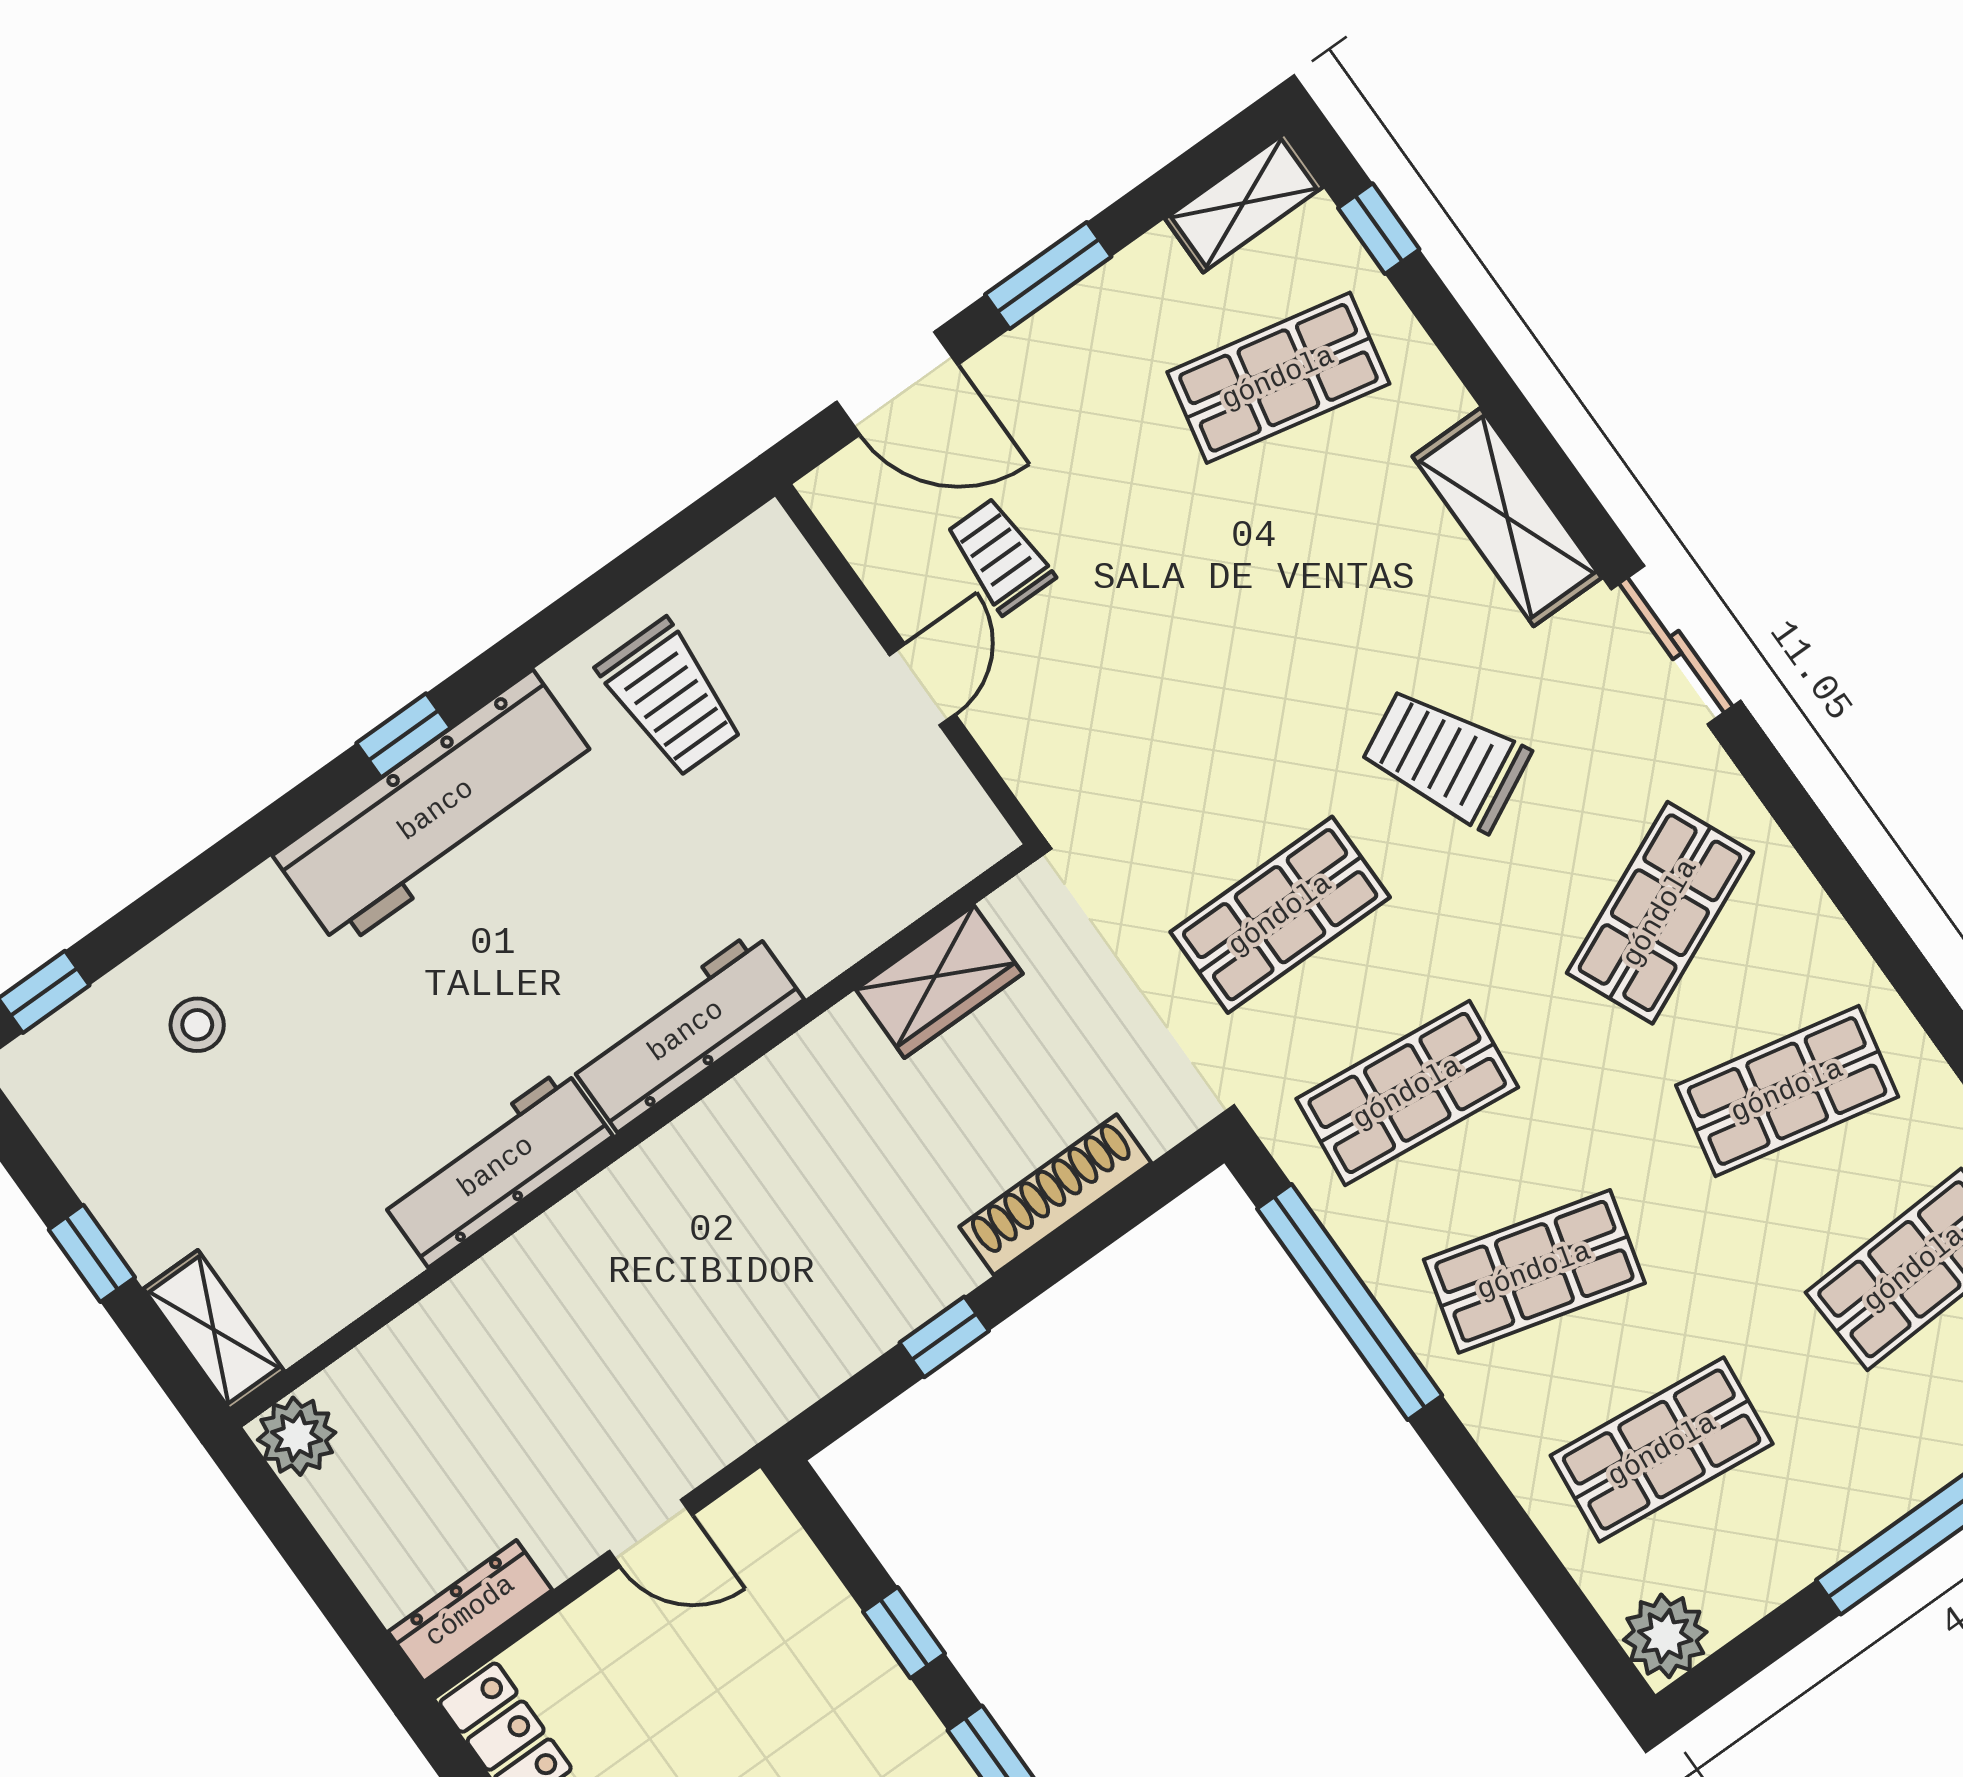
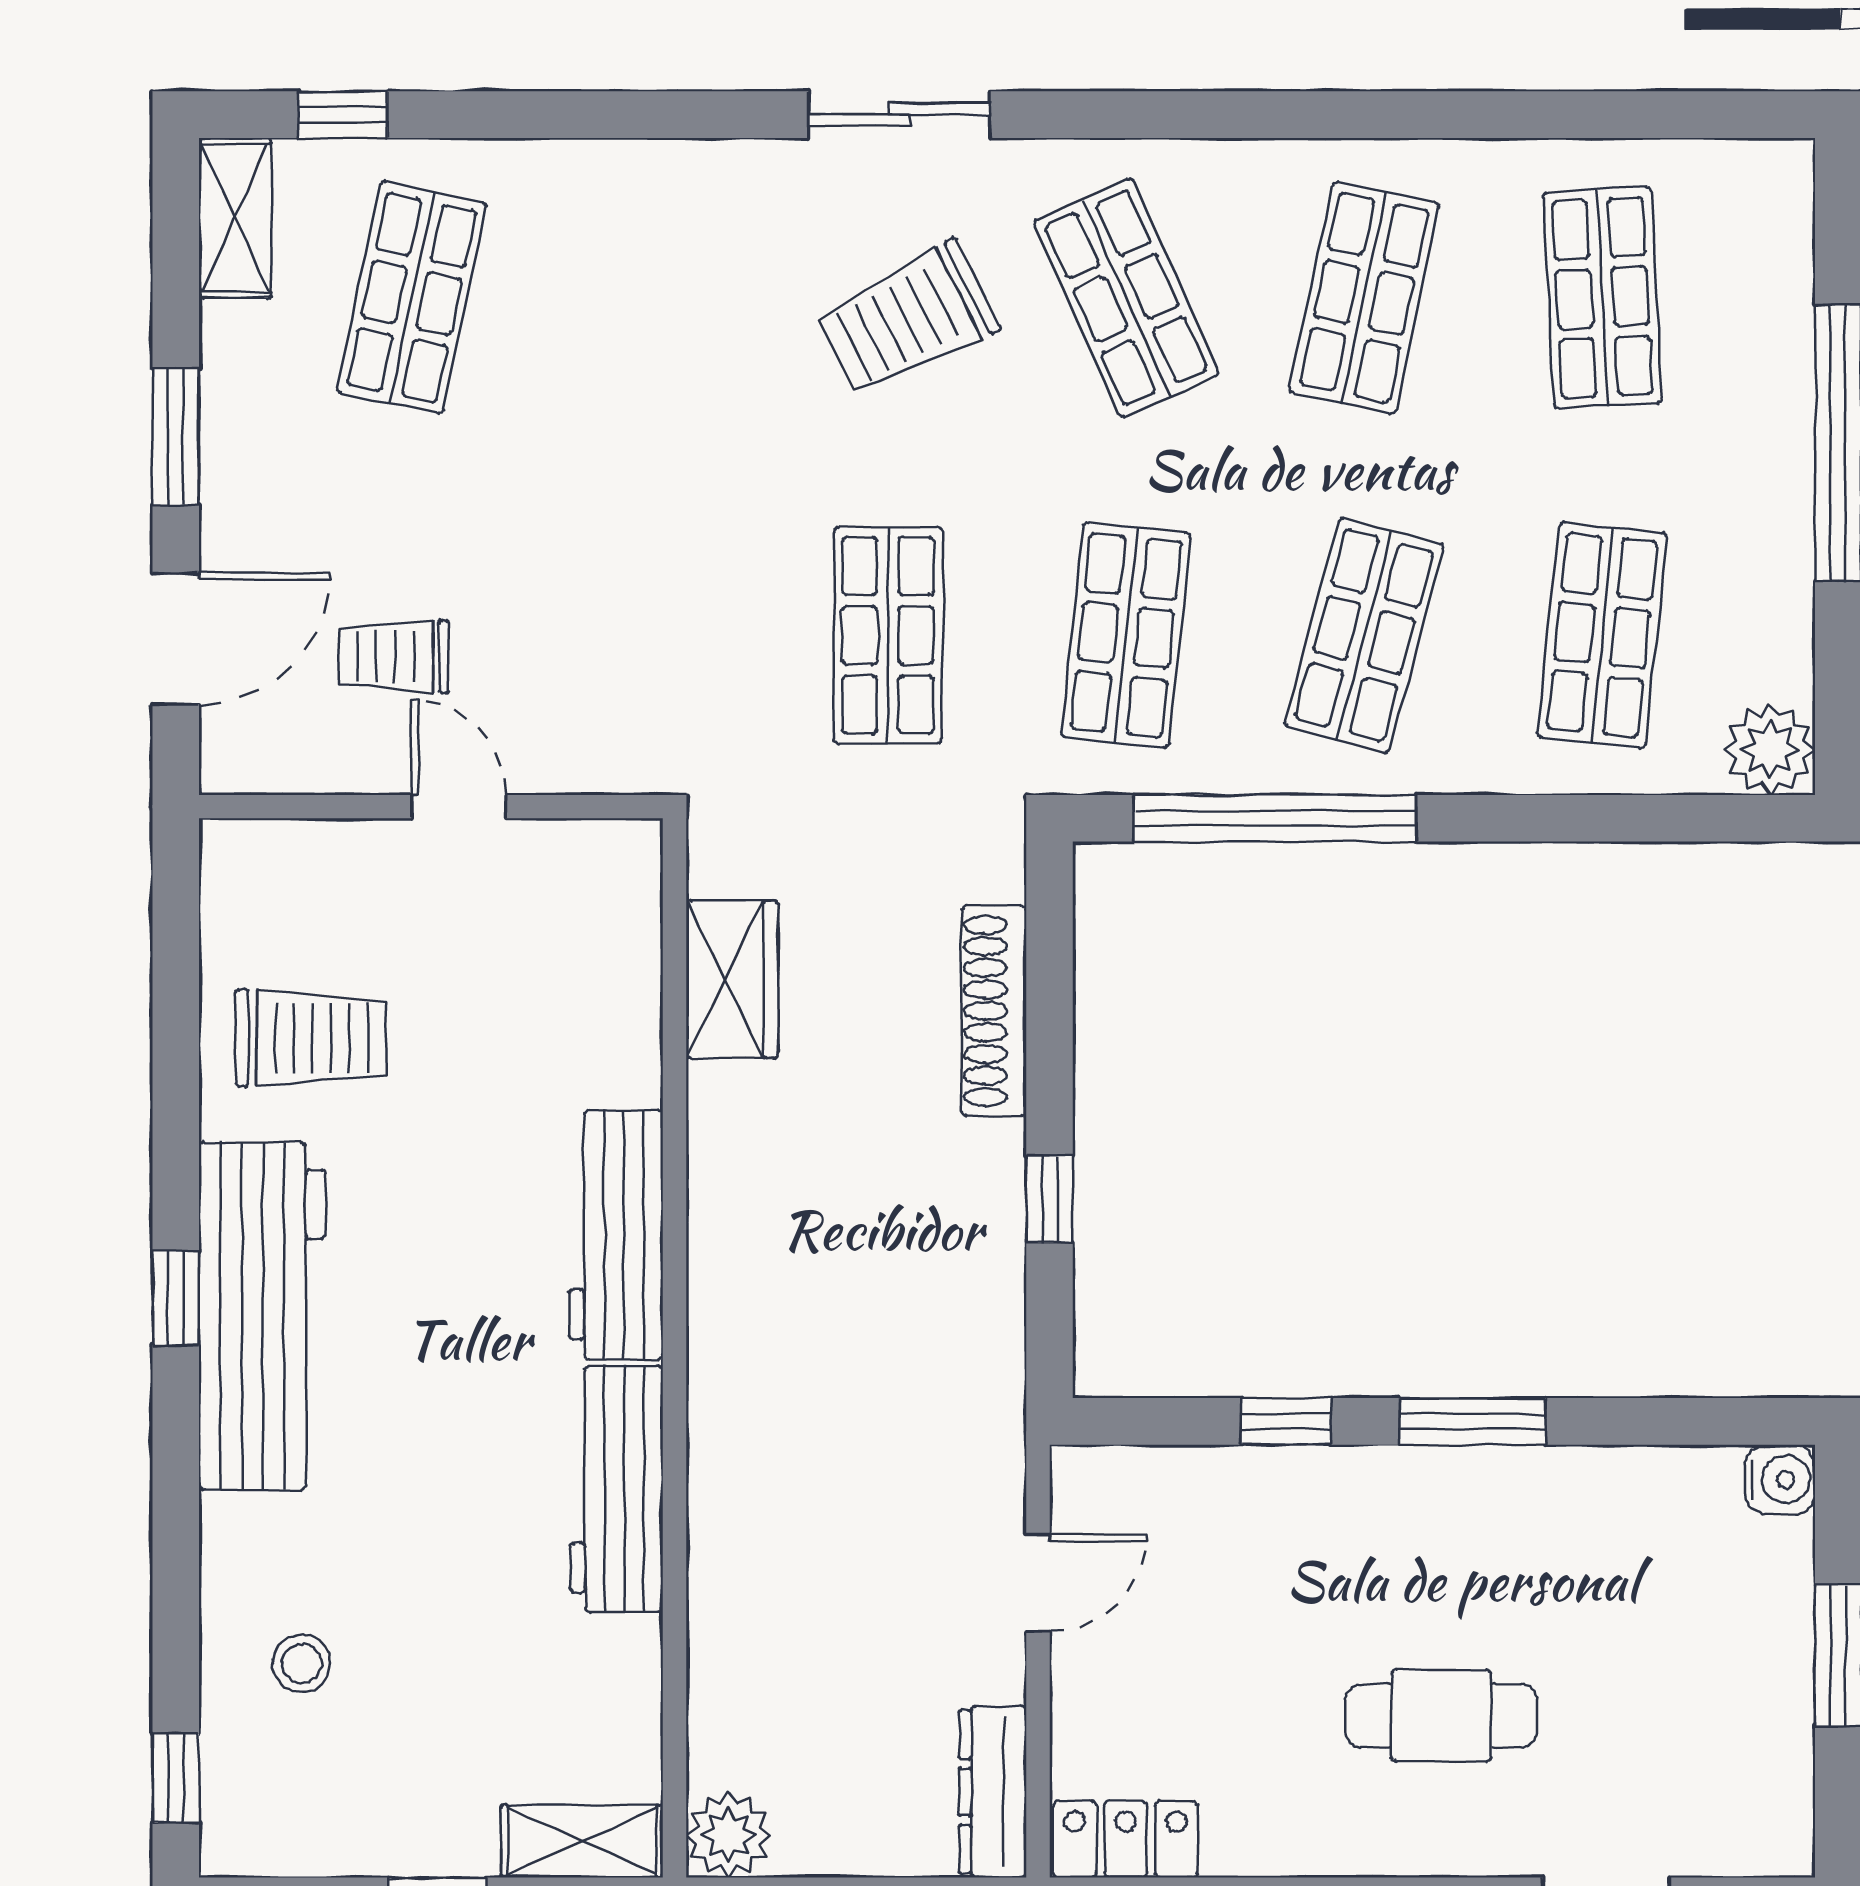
shelving: (1507, 517) -> (679, 183), removed
trolley: (1446, 759) -> (907, 319), moved

